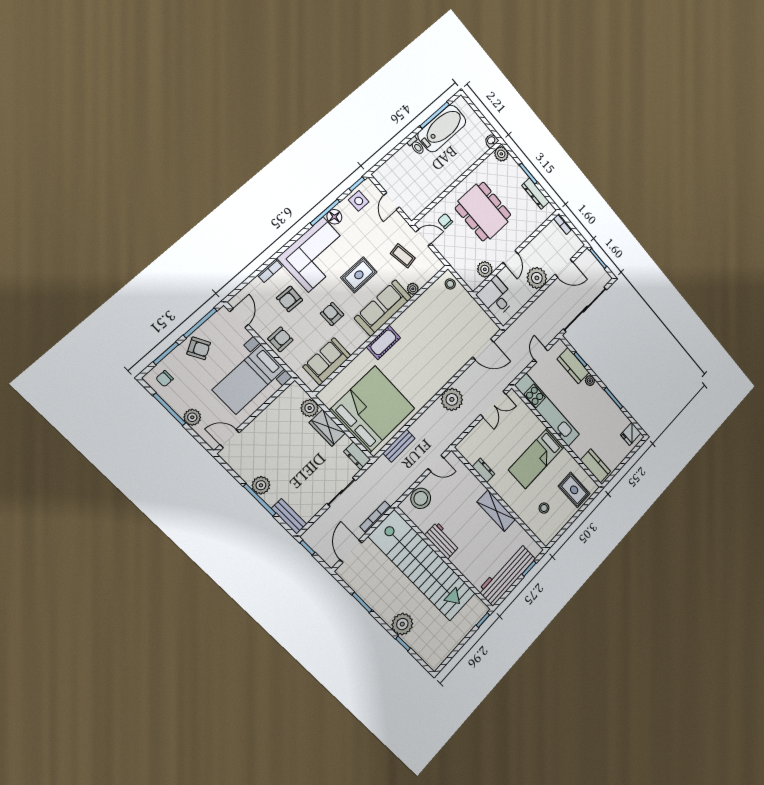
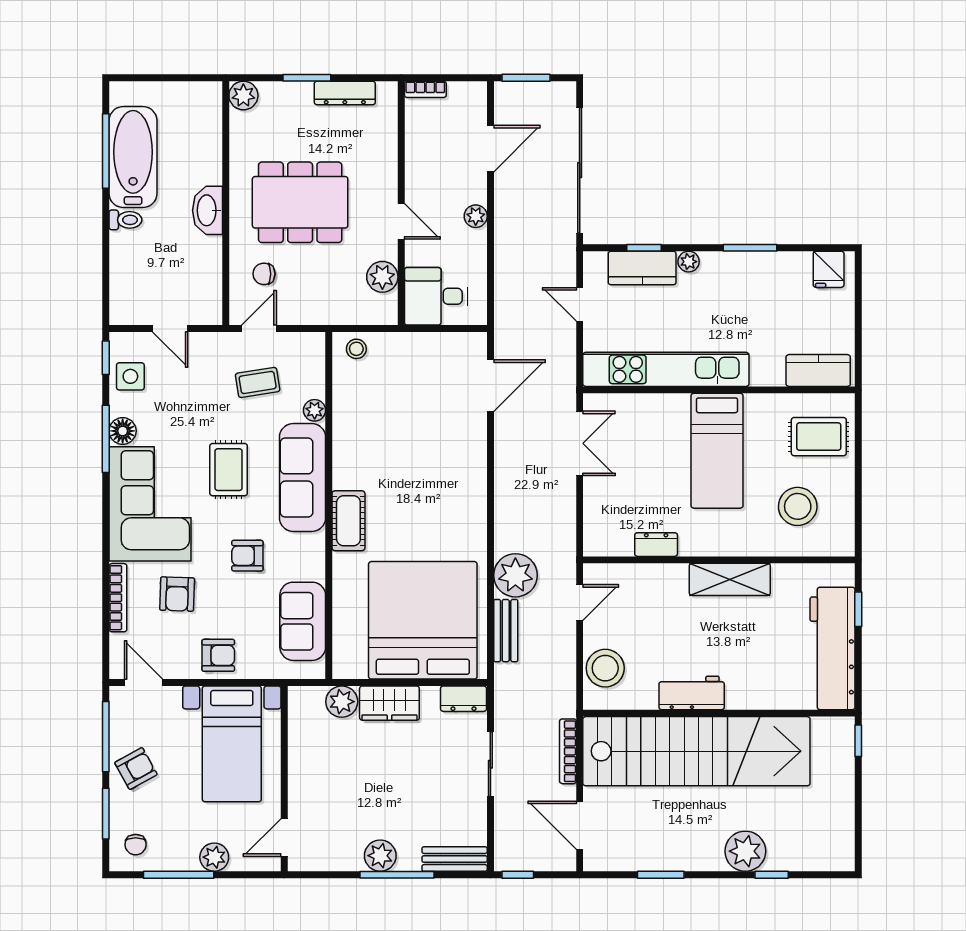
washbasin: (491, 141) -> (208, 210), moved, width x1.91, depth x1.45
bookcase: (270, 271) -> (118, 598), width x1.56
plant: (537, 278) -> (476, 216), width x0.53, depth x0.53
armchair: (280, 339) -> (218, 655), turned 90
plant: (452, 399) -> (515, 575), moved
stool: (544, 508) -> (798, 506), width x1.89, depth x1.89

